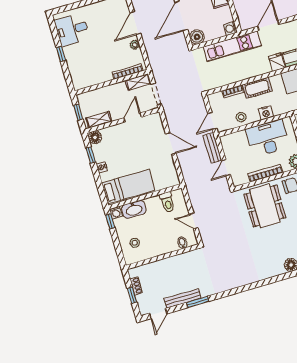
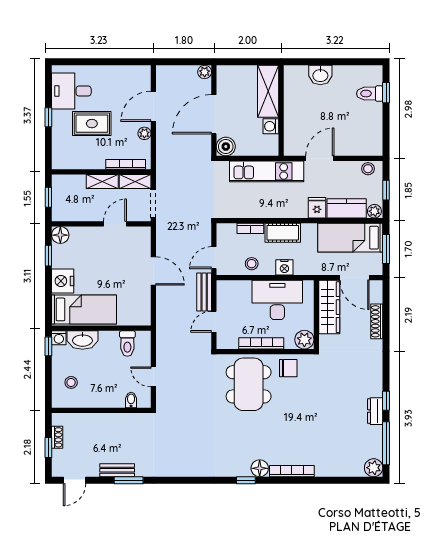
washing machine: (230, 28) -> (271, 126), moved
rug: (94, 49) -> (92, 124), added
shelving: (99, 120) -> (102, 182), moved
nightstand: (102, 167) -> (63, 281), width x1.89, depth x1.79
window: (283, 277) -> (246, 480), added
bench: (183, 298) -> (117, 470), width x0.73

